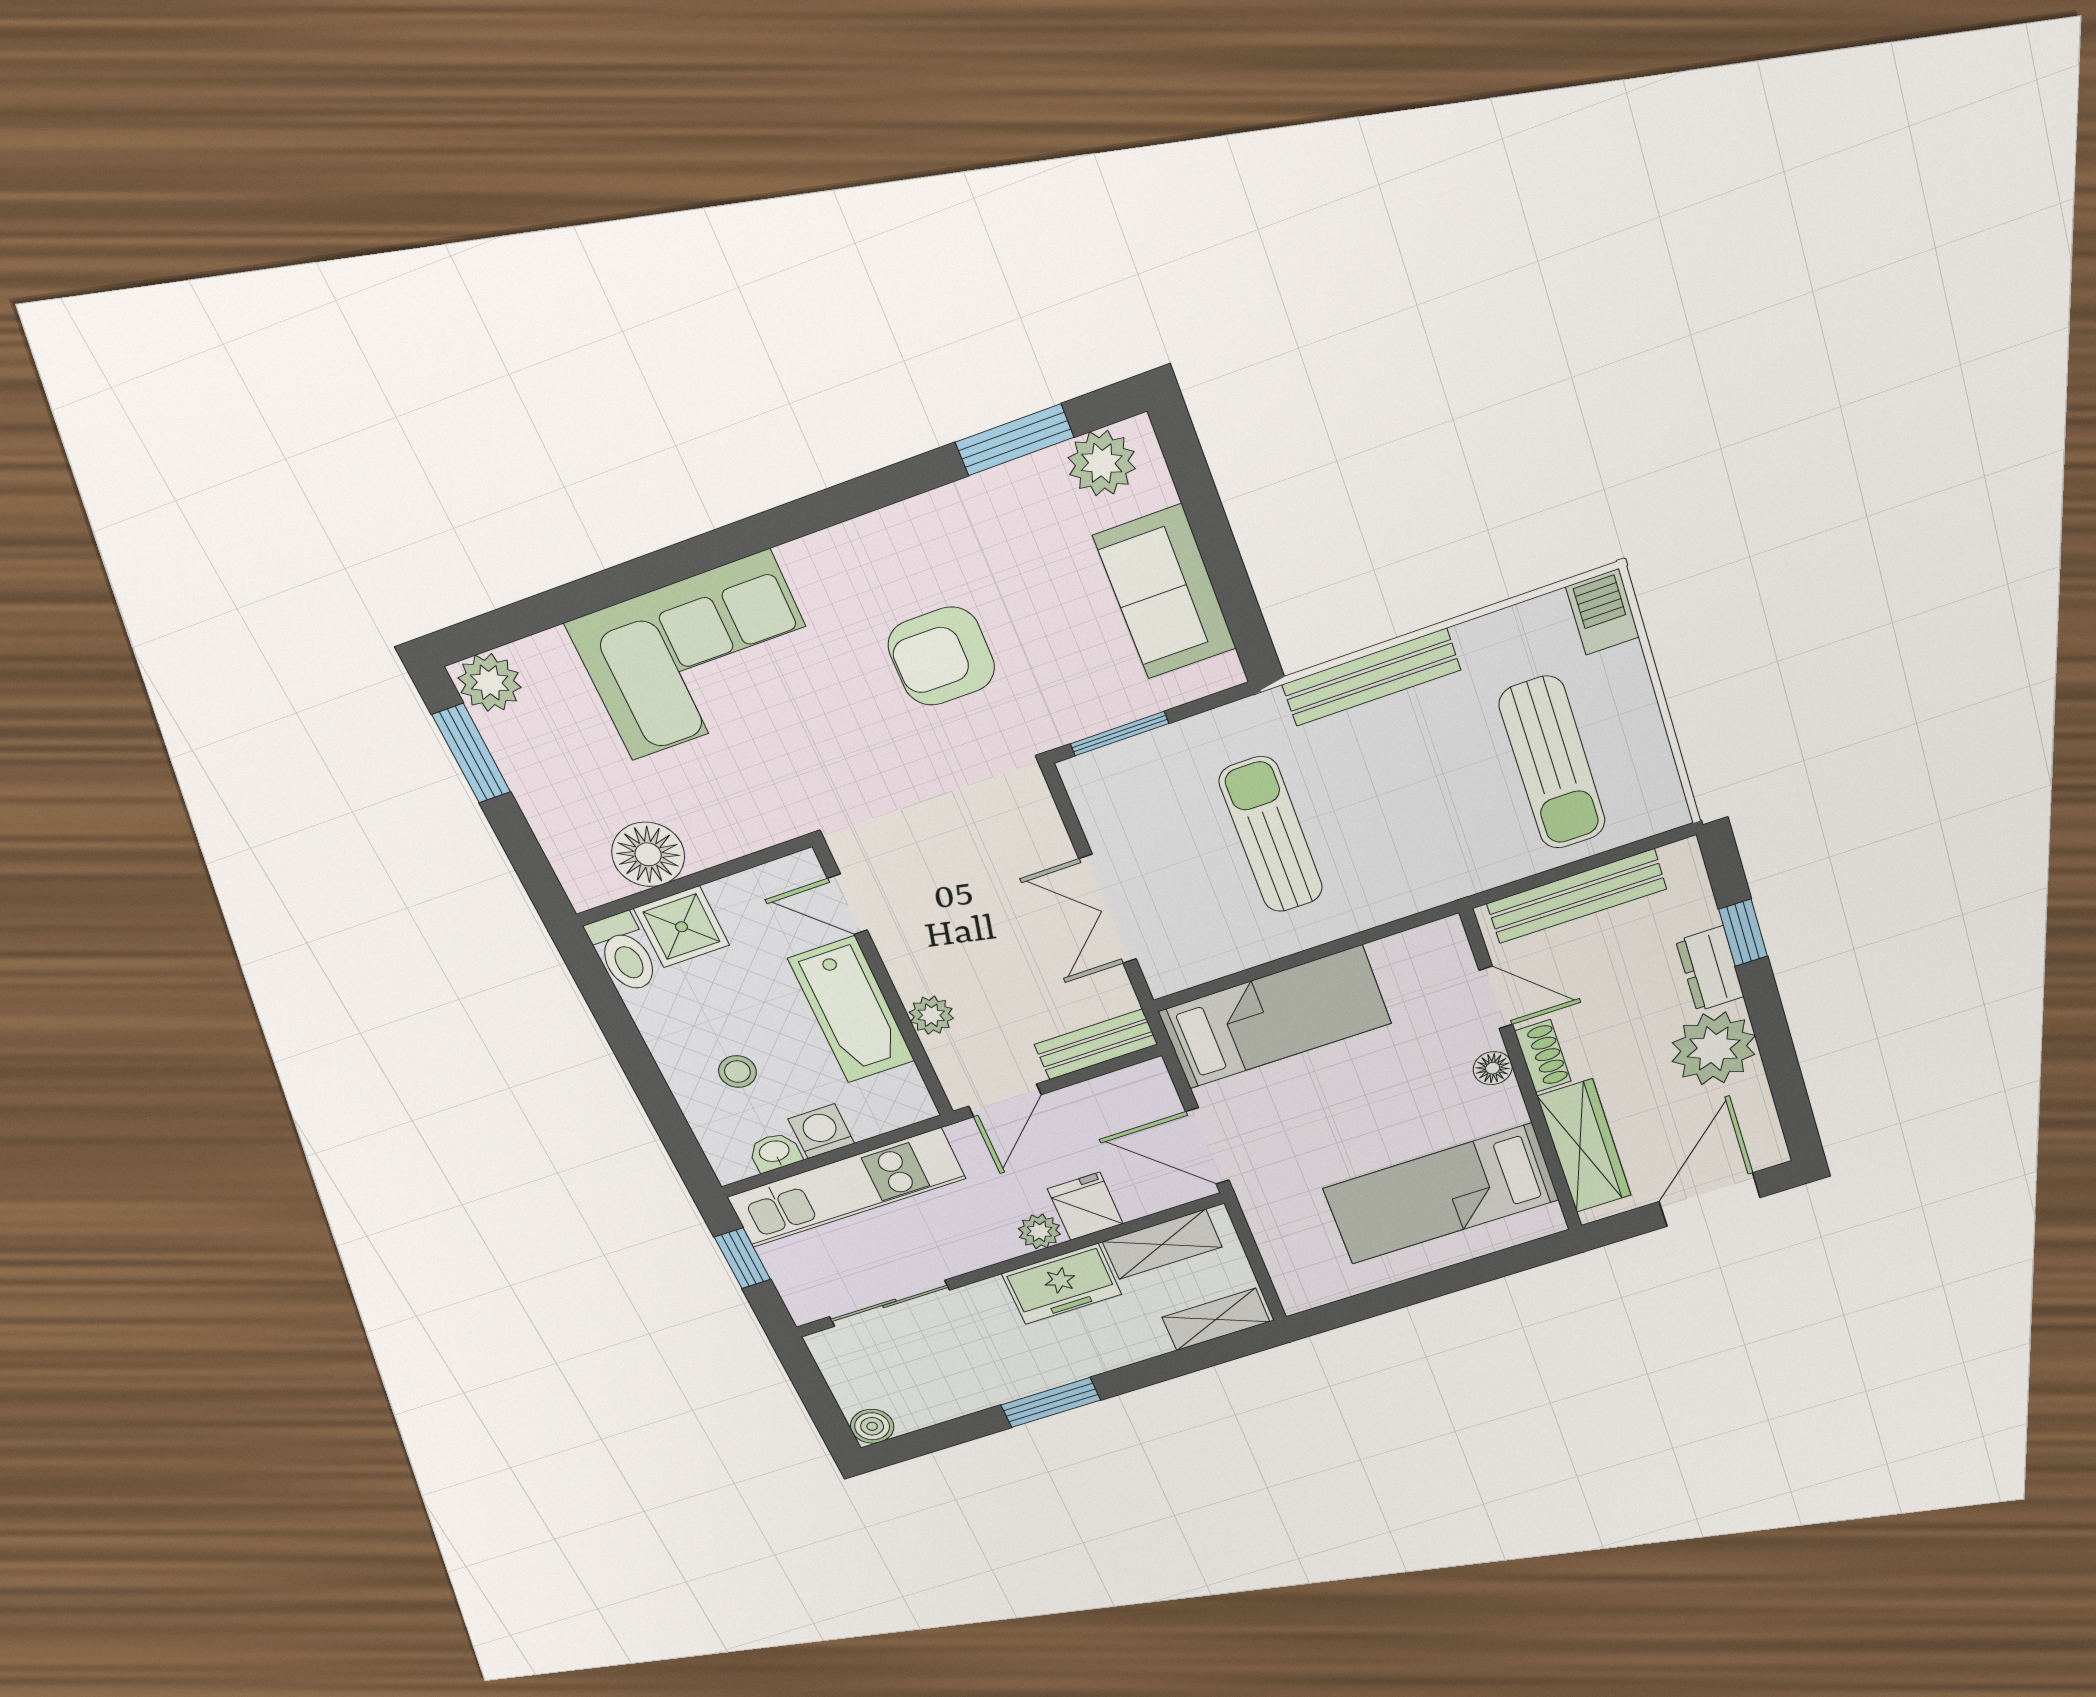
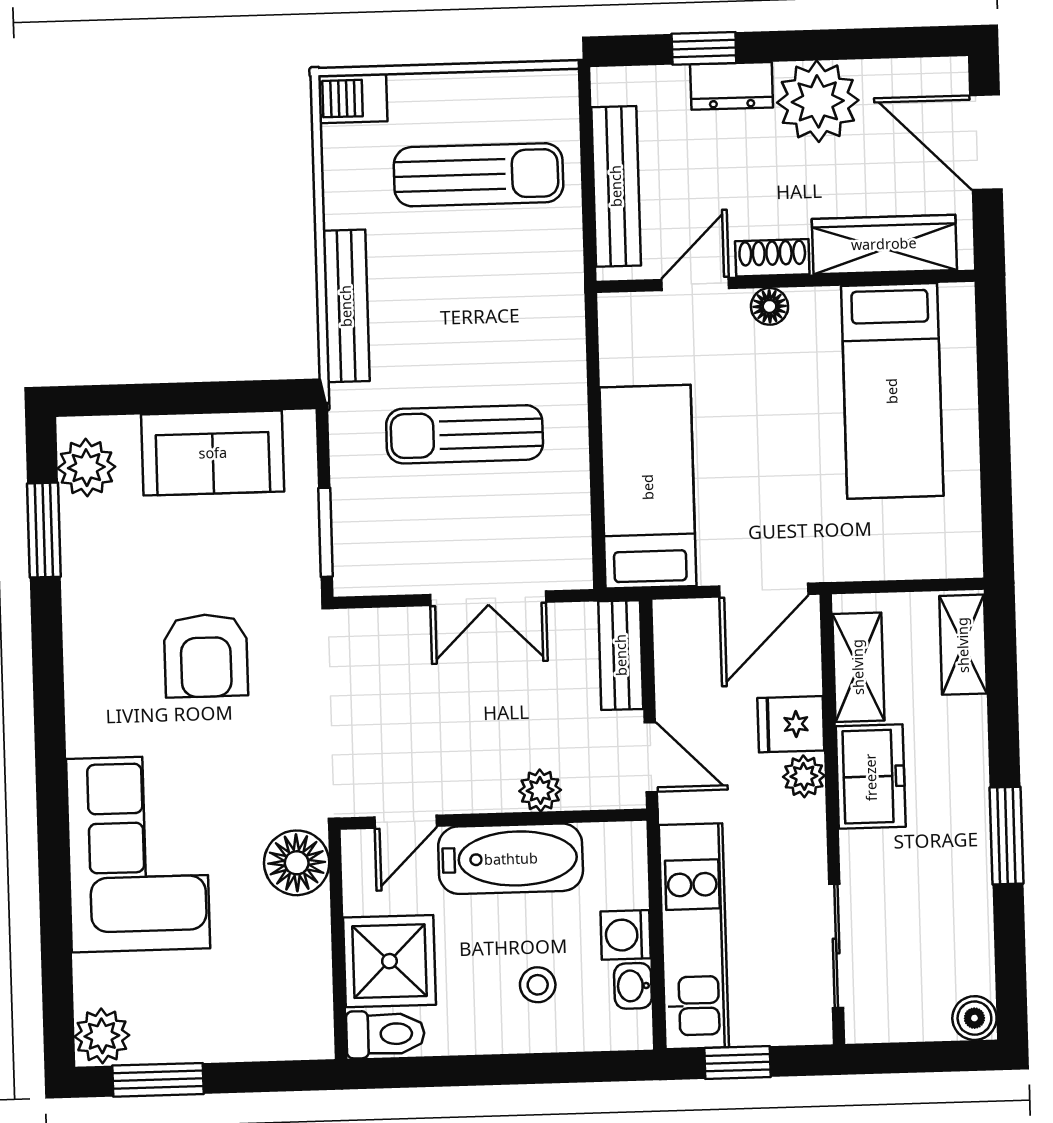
floor lamp: (648, 854) -> (297, 863), moved
shower: (682, 927) -> (389, 961), width x1.36, depth x1.36

